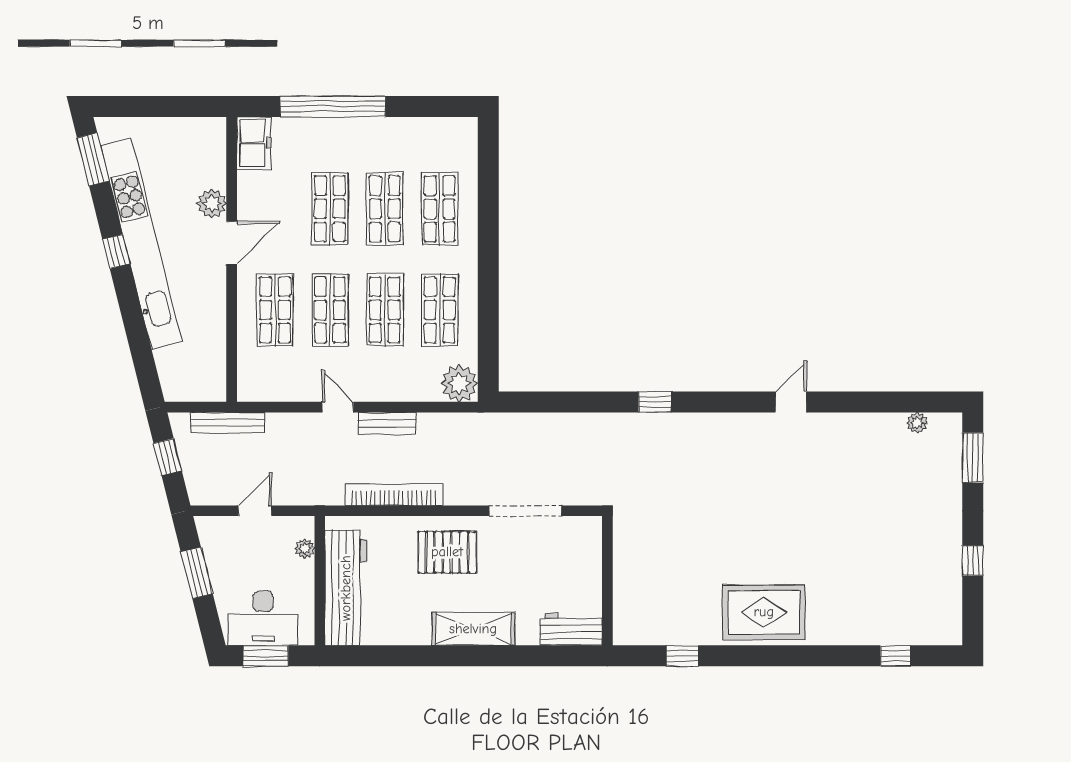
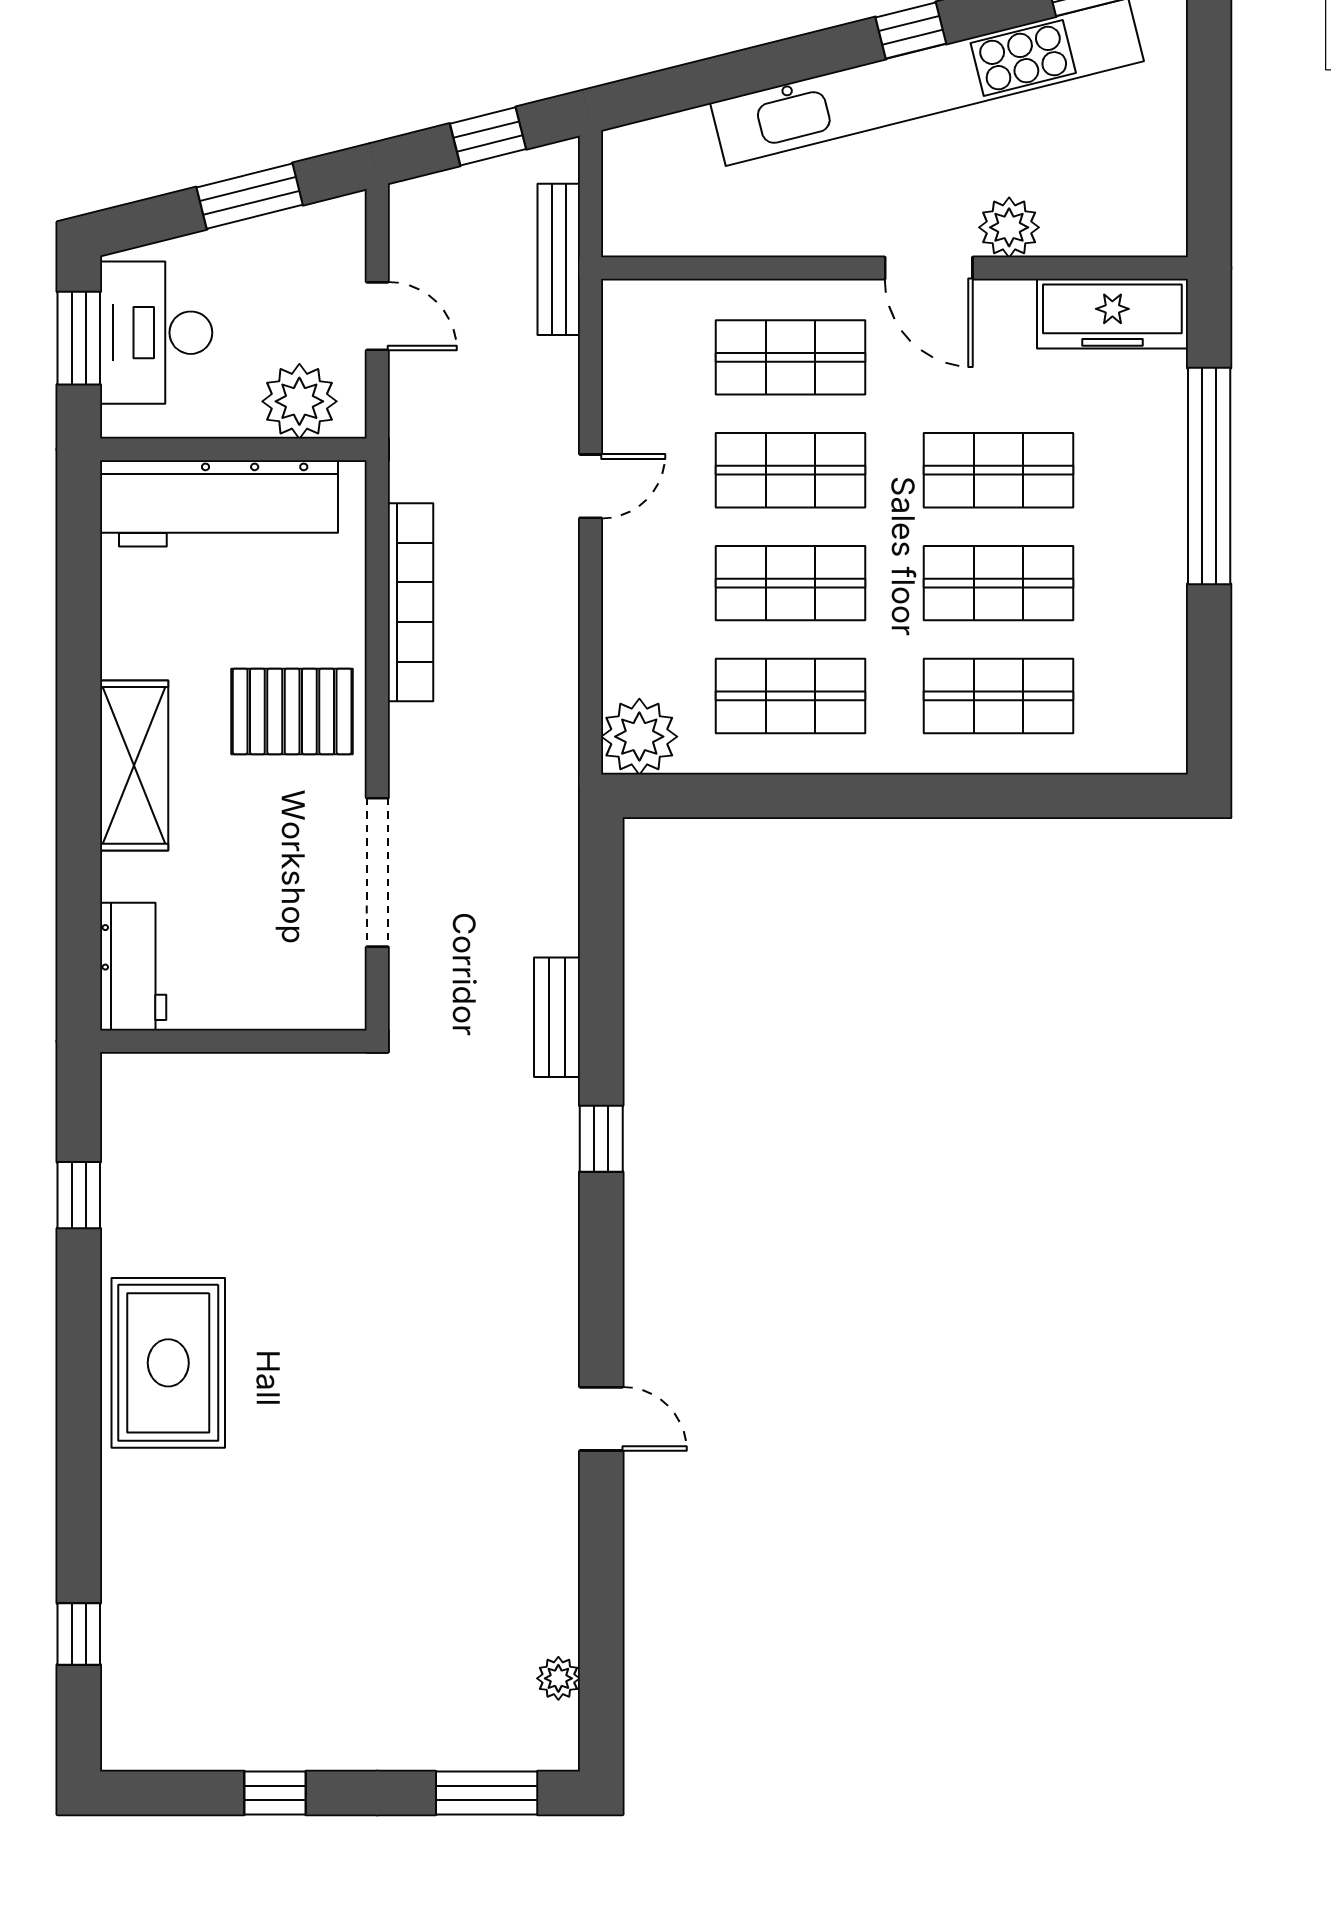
freezer: (254, 143) -> (1112, 314), width x1.40
bench: (387, 423) -> (557, 1017), moved
plant: (305, 549) -> (299, 401), width x1.88, depth x1.88
pallet: (447, 552) -> (292, 711), turned 90

